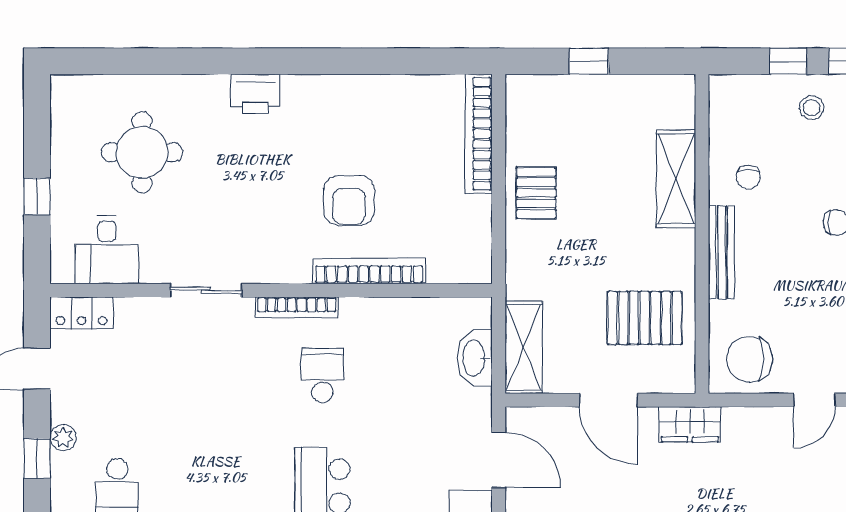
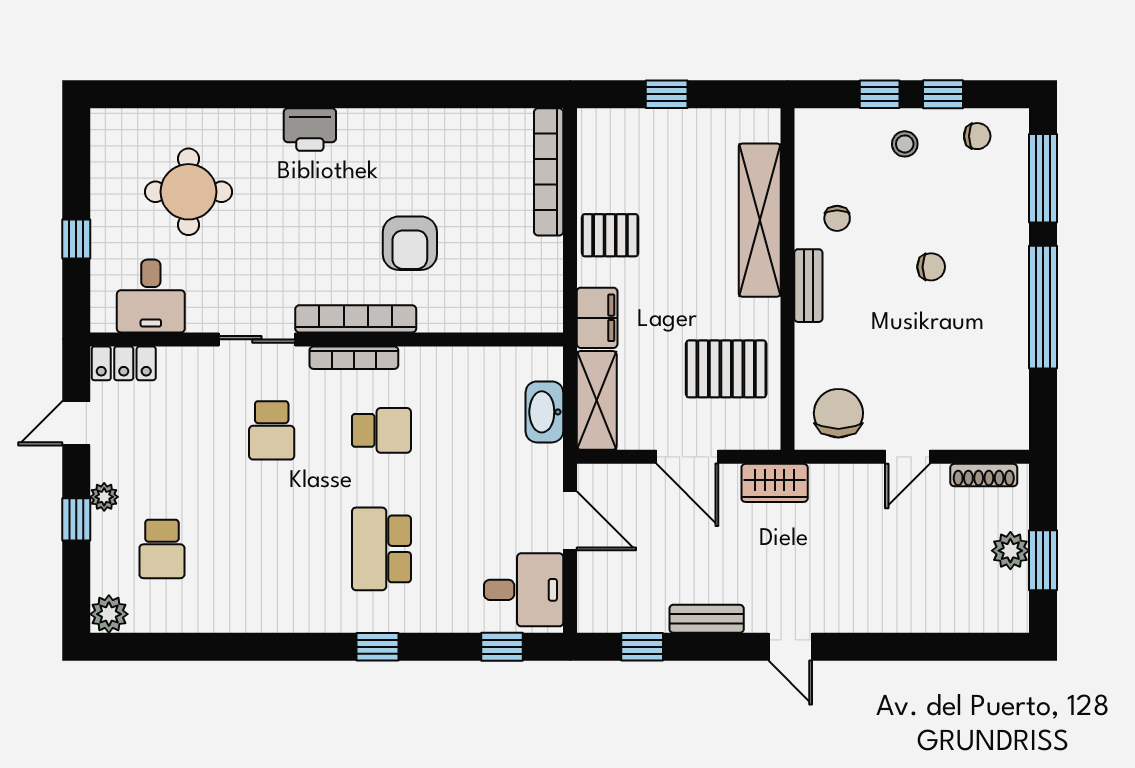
shelving: (676, 179) -> (760, 220), width x1.47
pallet: (536, 193) -> (610, 235), turned 90
bench: (722, 252) -> (808, 286), width x0.73
filing cabinet: (524, 270) -> (597, 318), added
bookcase: (369, 271) -> (356, 319), moved
chair: (750, 359) -> (838, 413), turned 90
school desk: (220, 375) -> (272, 430), added
school desk: (322, 375) -> (381, 430), turned 90

